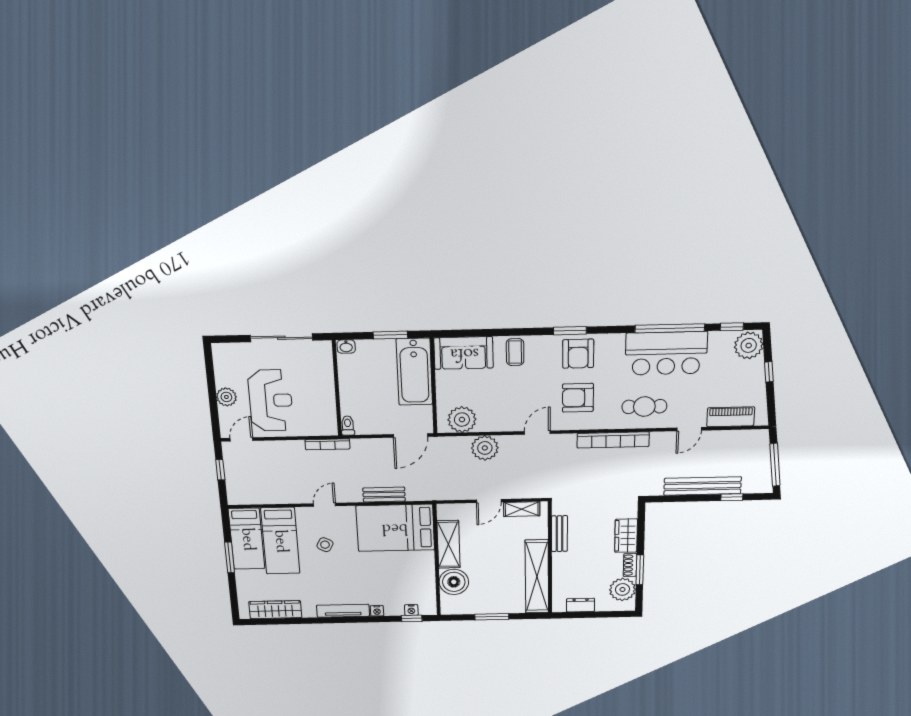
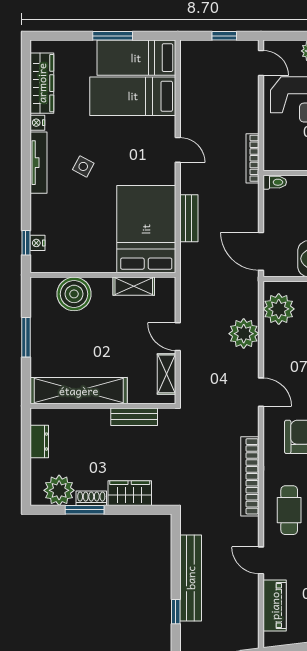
shelving: (448, 544) -> (134, 286), width x0.67, depth x0.75
side table: (325, 545) -> (83, 166), moved
nightstand: (377, 611) -> (37, 123), moved

